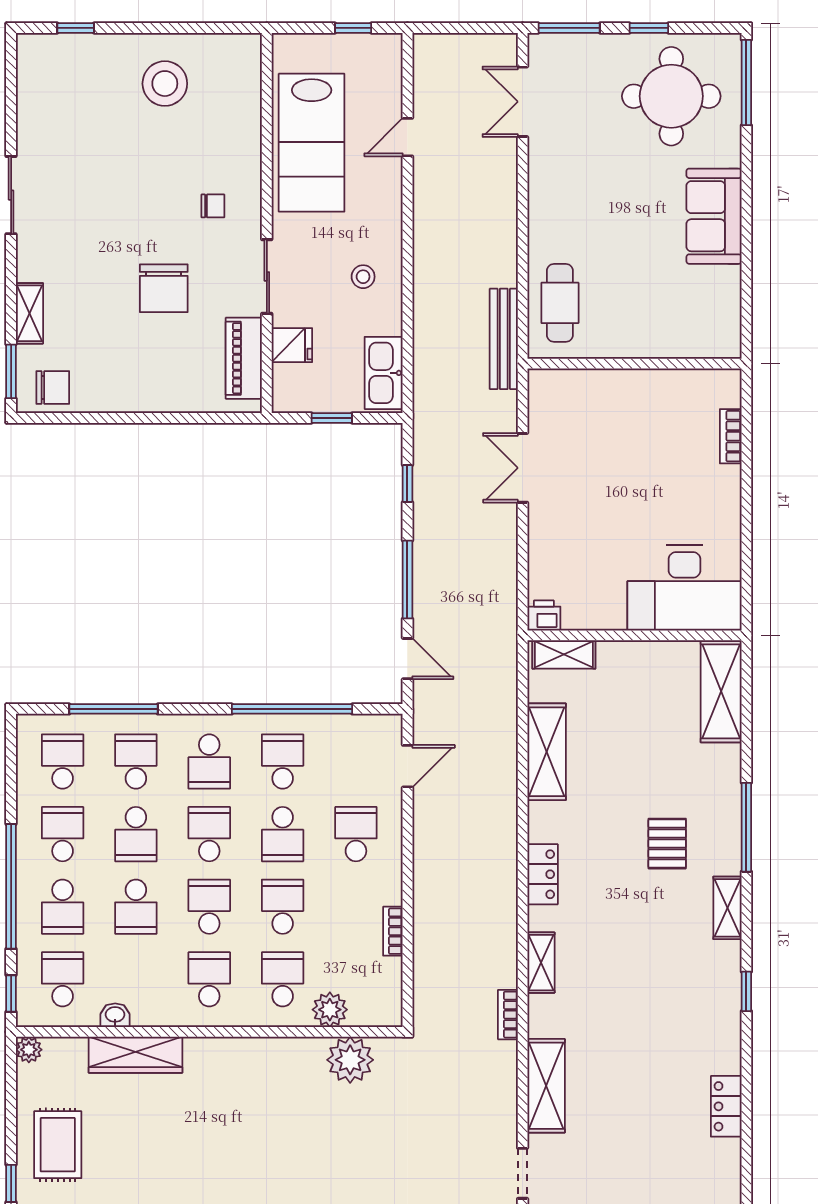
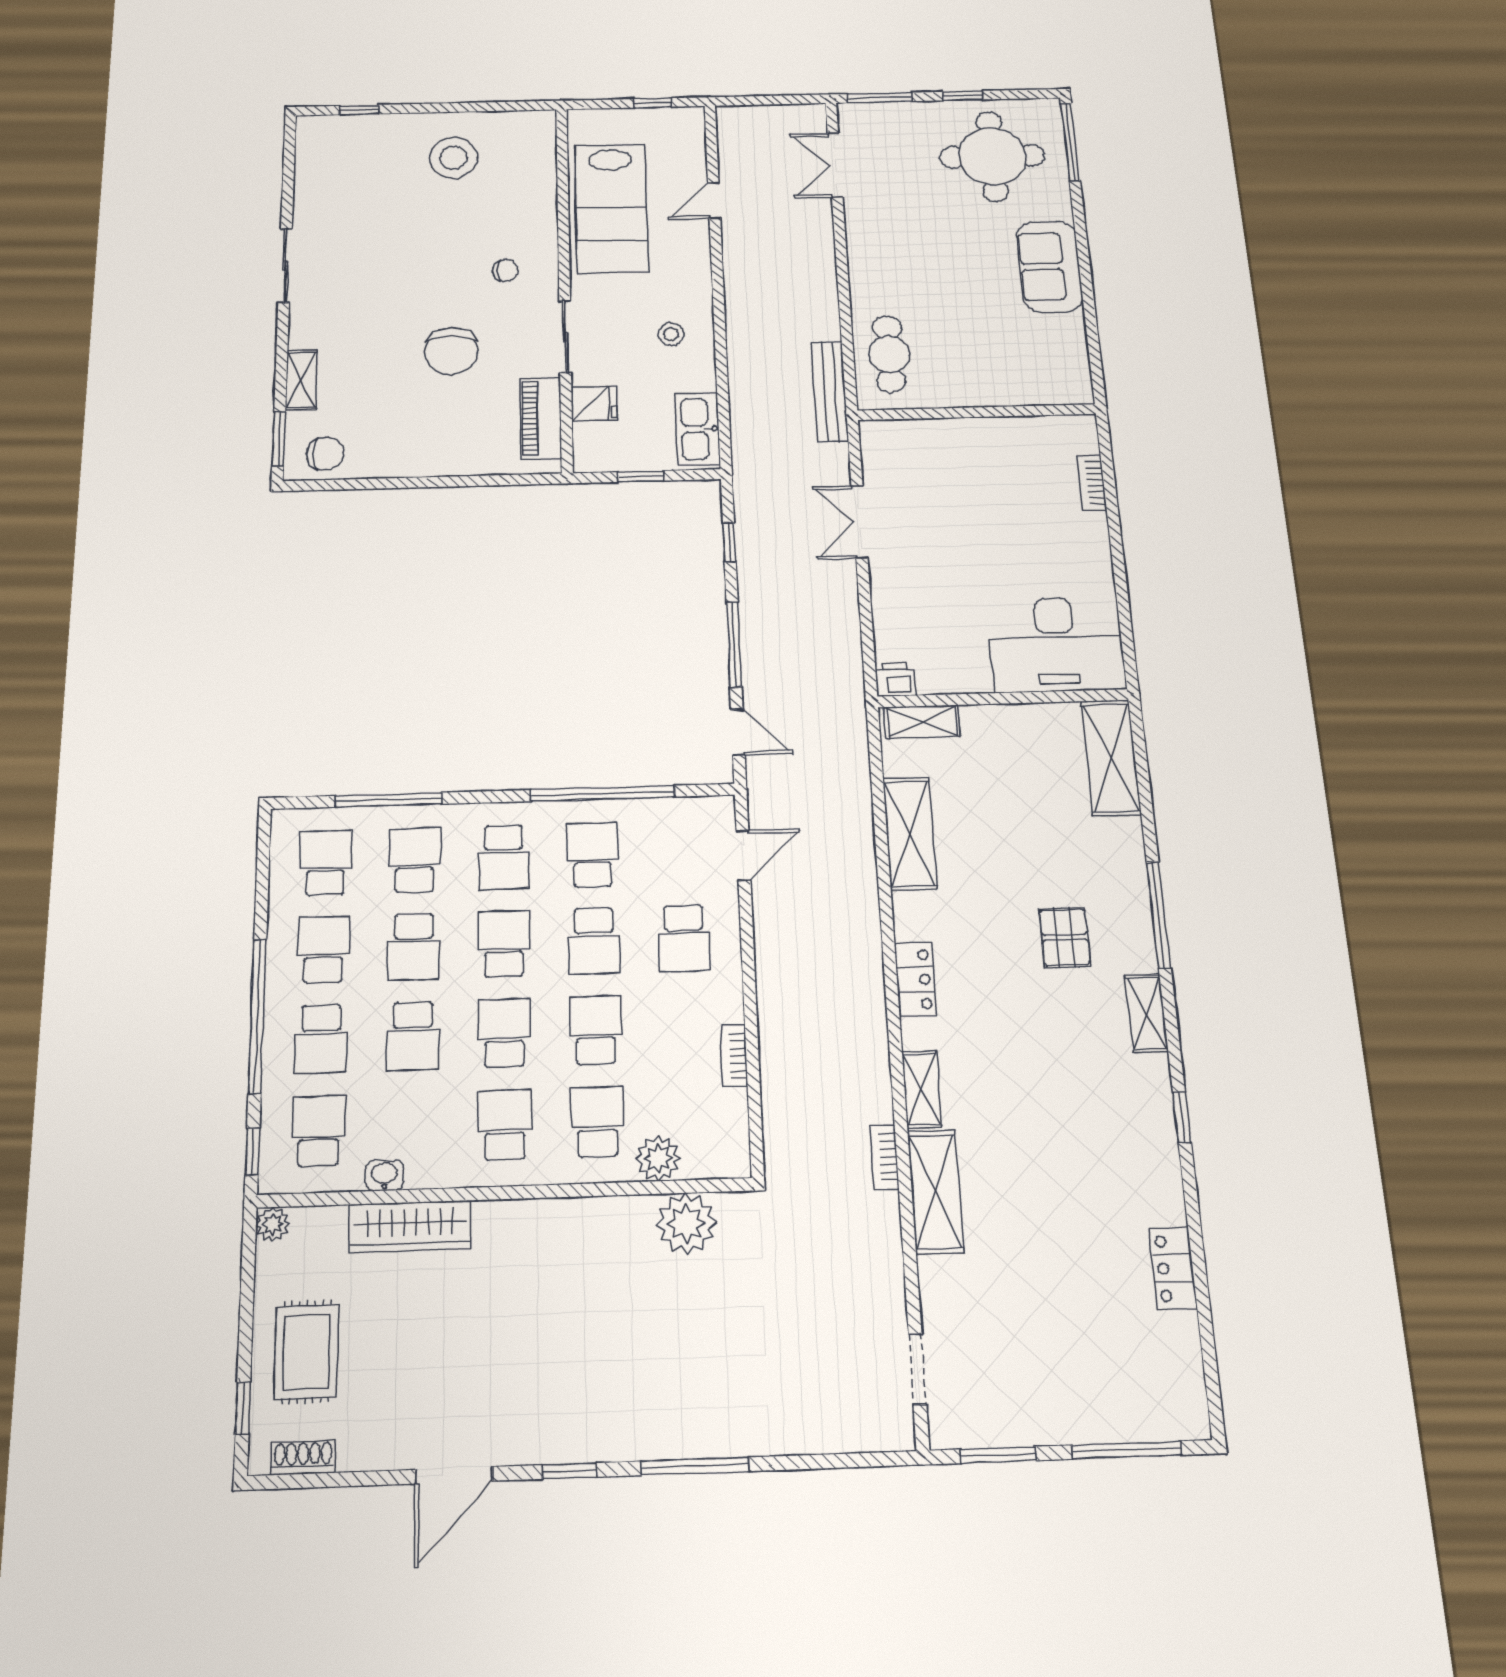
school desk: (356, 834) -> (684, 938), turned 180
shelving: (546, 1086) -> (935, 1192), moved

